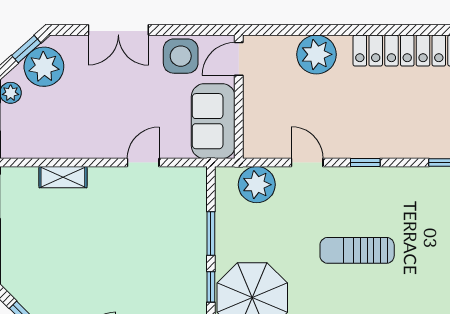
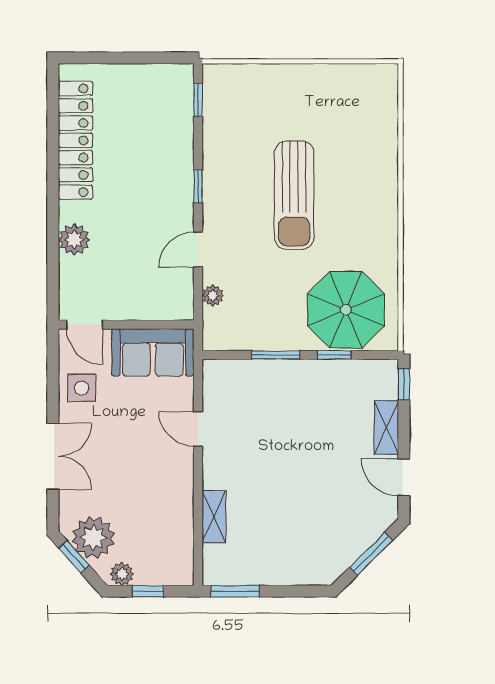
plant: (316, 54) -> (74, 240), width x0.73, depth x0.73
side table: (181, 56) -> (82, 388), width x0.73, depth x0.73
plant: (257, 185) -> (213, 296), width x0.53, depth x0.53
sun lounger: (357, 250) -> (294, 195), width x1.36, depth x1.34

